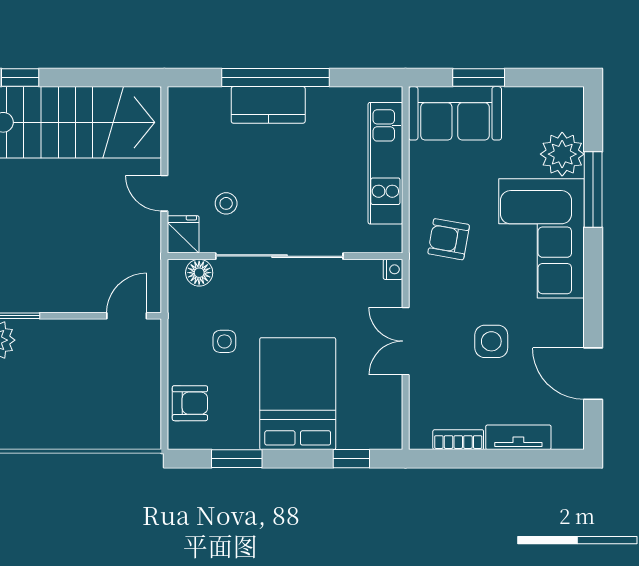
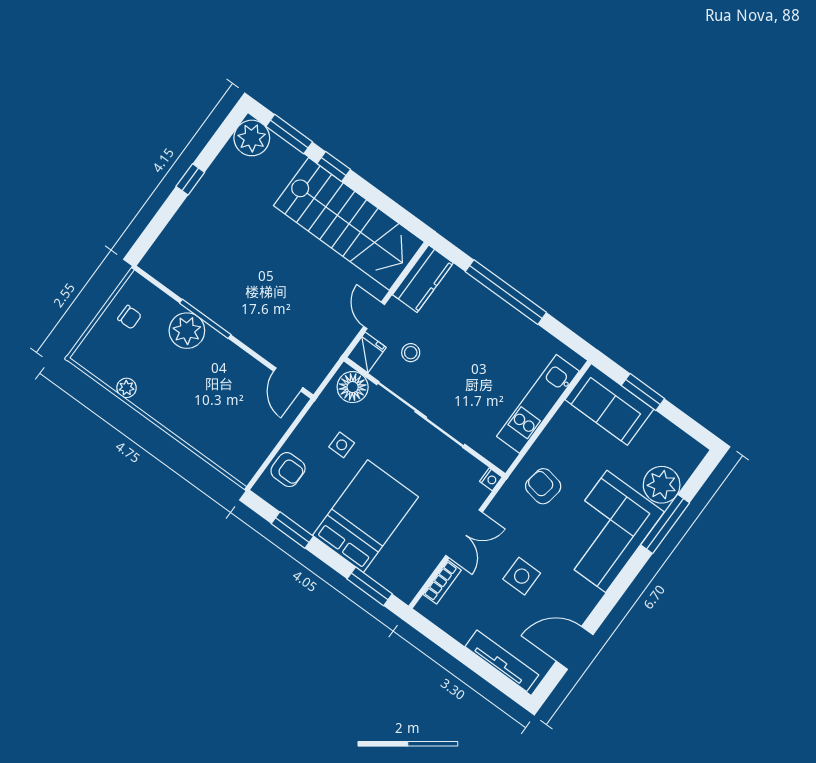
kitchen counter: (268, 105) -> (423, 279), moved, turned -90
floor lamp: (199, 273) -> (353, 387), width x1.38, depth x1.38
door: (127, 316) -> (288, 379), swing flipped
double door: (406, 341) -> (464, 534), swing flipped
door: (593, 374) -> (575, 648), hinge flipped
tv unit: (518, 437) -> (502, 661), width x1.41
bookcase: (458, 440) -> (442, 582), moved, turned 90
window: (351, 459) -> (370, 586), width x1.50

